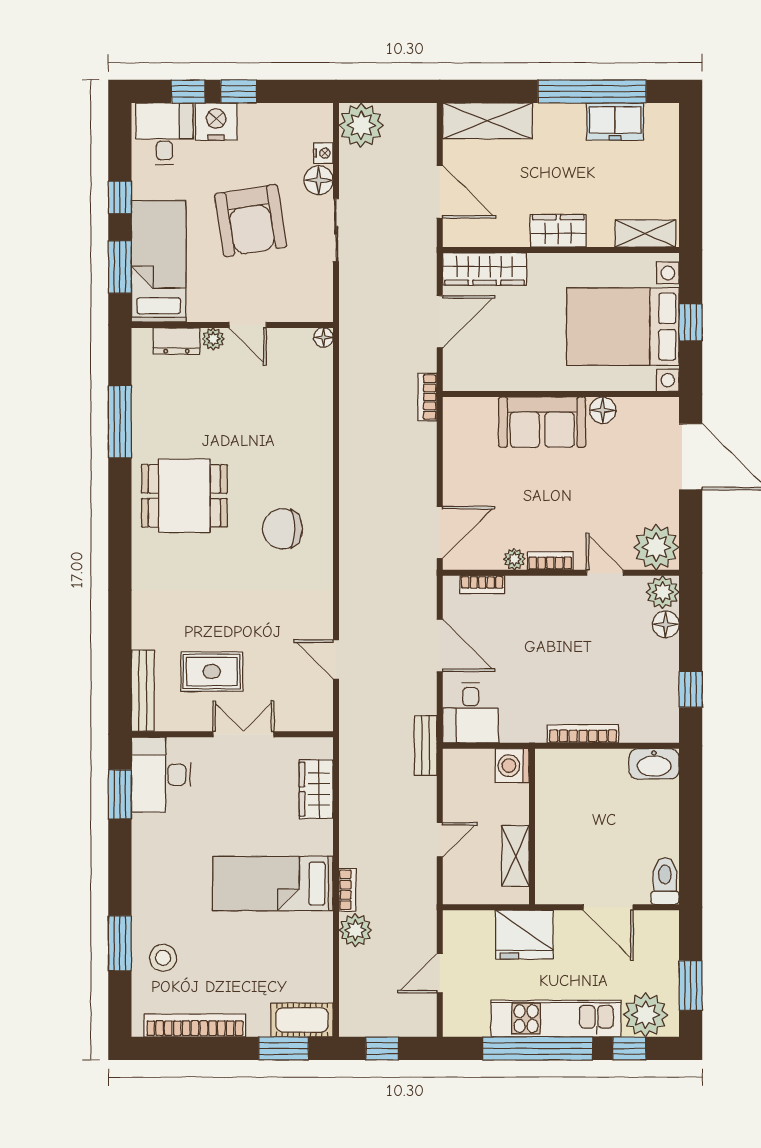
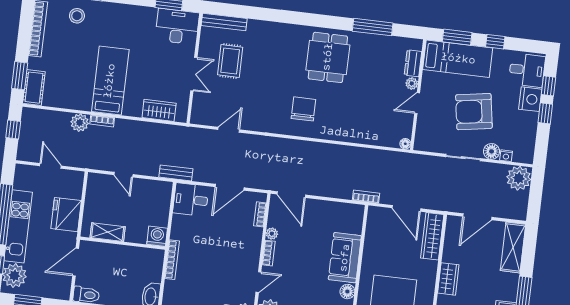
washing machine: (512, 766) -> (157, 236), moved
wall: (532, 827) -> (123, 243), moved
shelving: (515, 856) -> (108, 232), moved

